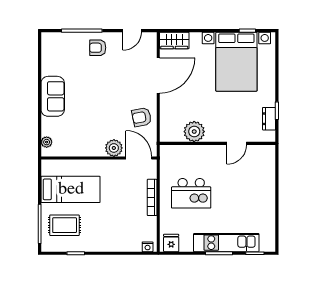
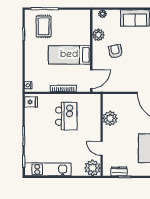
armchair: (142, 117) -> (115, 51), moved
plant: (114, 148) -> (98, 35), moved
plant: (264, 156) -> (93, 168), added
bed: (71, 189) -> (69, 55), moved, turned 90
kitchen island: (191, 193) -> (66, 116), turned 180
kitchen unit: (226, 243) -> (48, 169), moved, turned -90

